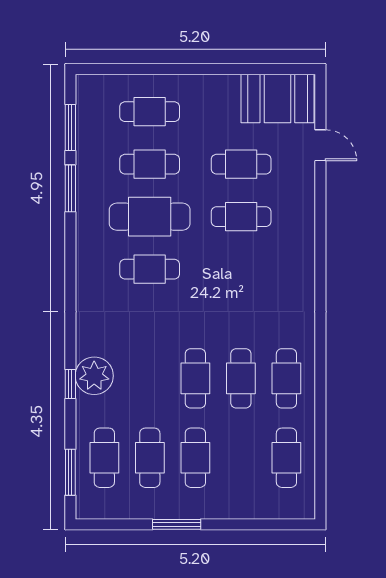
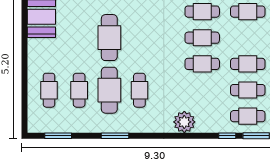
cafe table: (241, 164) -> (79, 38), removed
window: (70, 188) -> (115, 136), moved
cafe table: (241, 217) -> (109, 38), width x1.37, depth x1.35
plant: (94, 376) -> (184, 122), moved
window: (70, 384) -> (227, 136), moved

